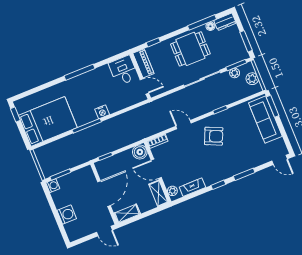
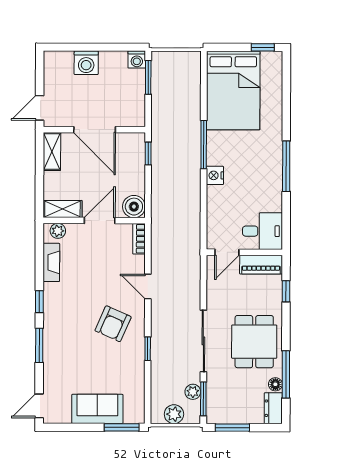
sofa: (265, 120) -> (97, 409), width x0.73
door: (184, 125) -> (148, 287), swing flipped

